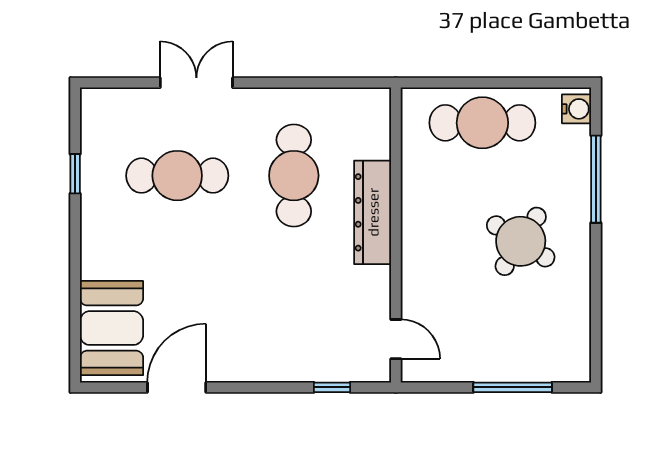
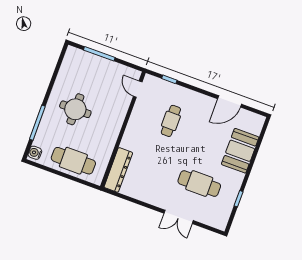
cafe table: (294, 176) -> (171, 121), moved, width x0.73, depth x0.74
dresser: (373, 212) -> (118, 170), moved
round table: (521, 241) -> (75, 109), turned -33
booth: (112, 328) -> (240, 151), moved

